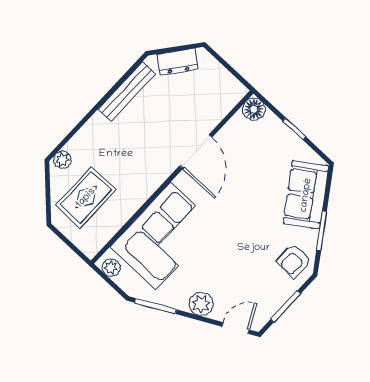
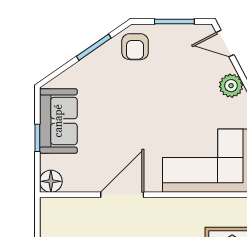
sofa: (306, 195) -> (58, 121), moved, turned -55
armchair: (294, 261) -> (135, 47), turned 90

